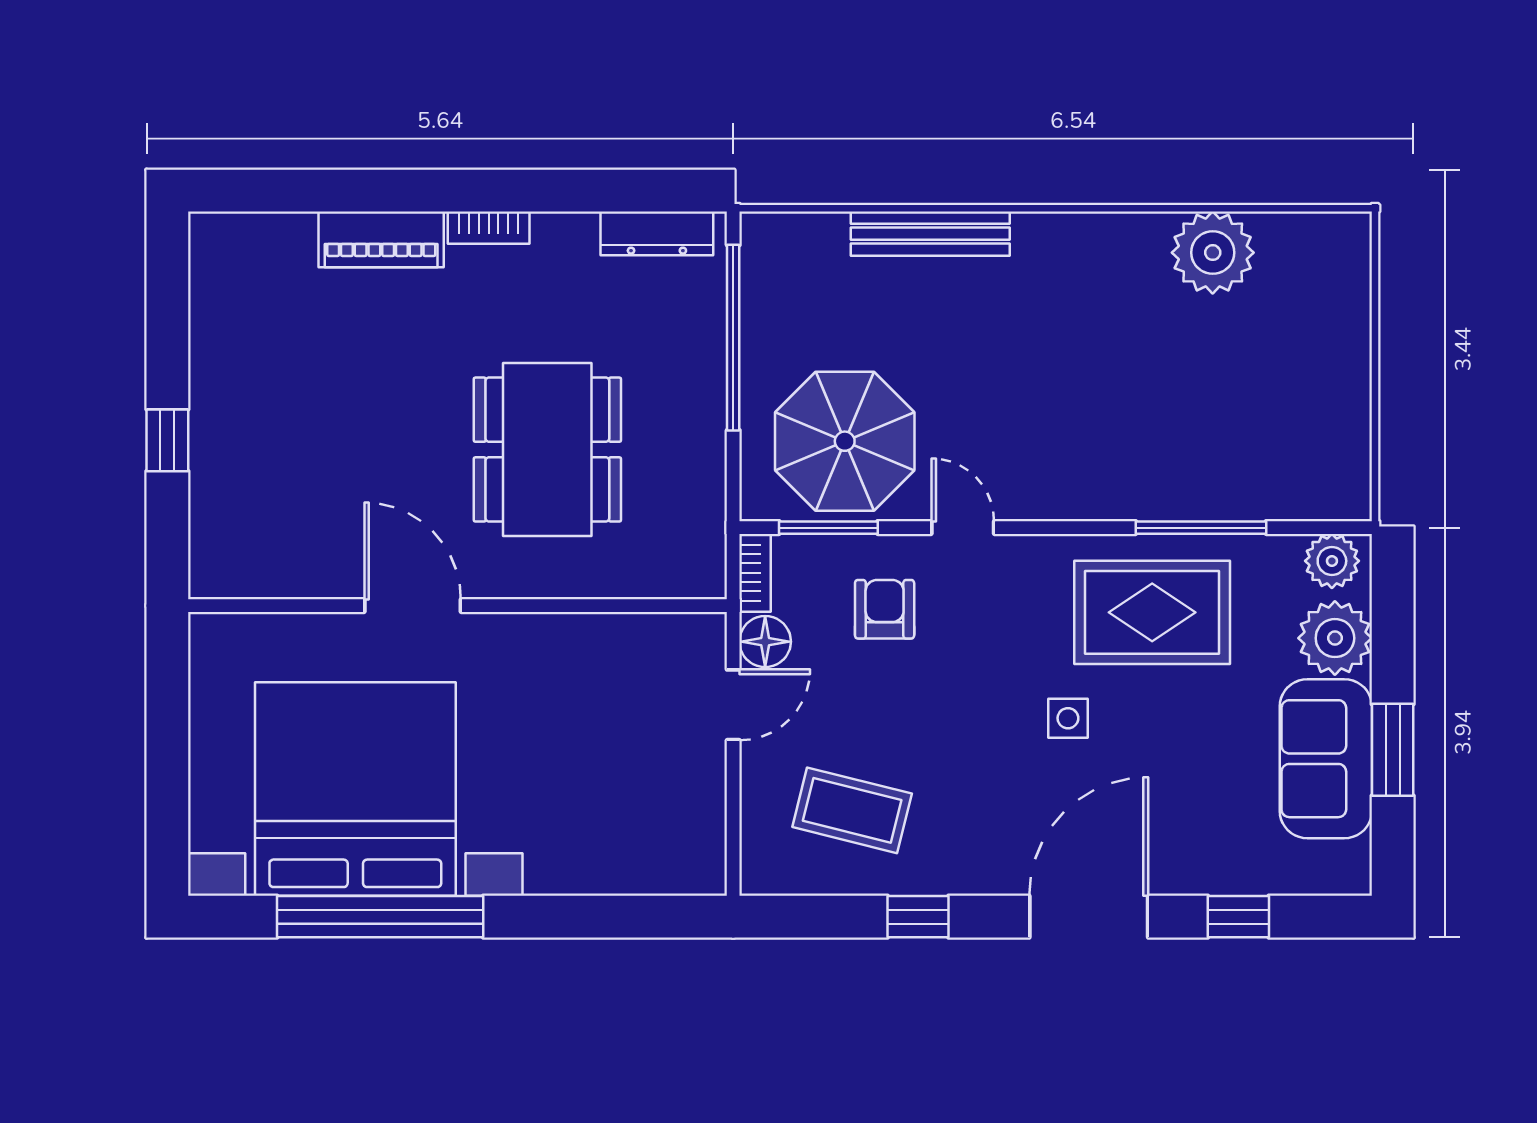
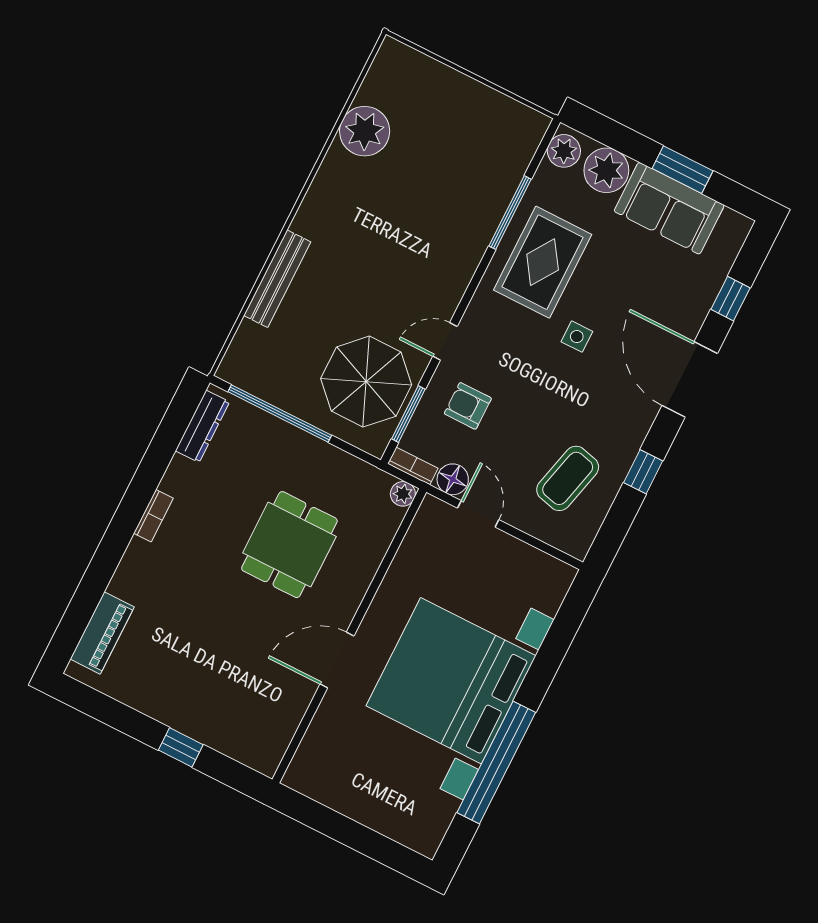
piano: (381, 239) -> (102, 633), moved
dining table: (547, 450) -> (289, 545), width x0.73
plant: (707, 579) -> (403, 494), added
bed with nightstands: (355, 789) -> (451, 681), moved

